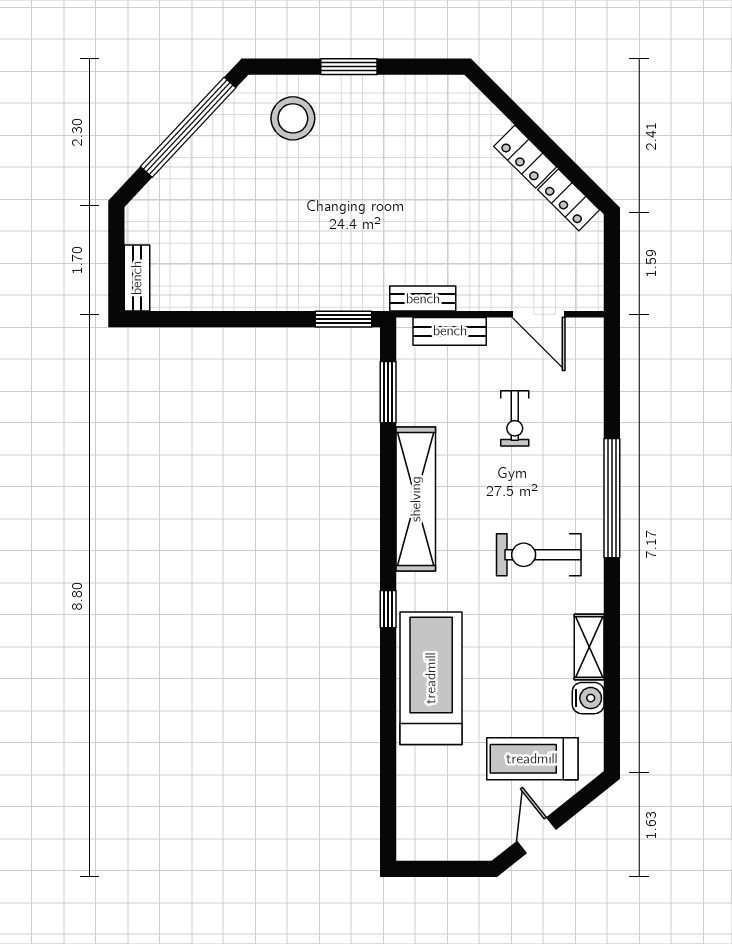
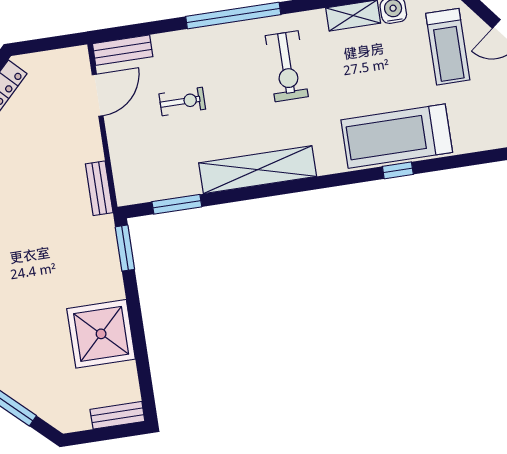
shower: (241, 273) -> (101, 334), added
bench: (450, 331) -> (123, 50), moved, turned 90
window: (388, 609) -> (398, 170), moved

